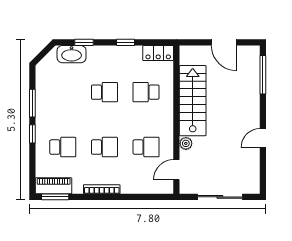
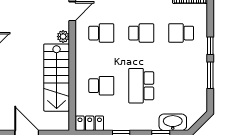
school desk: (104, 92) -> (141, 86), width x1.85
school desk: (104, 147) -> (141, 33), turned 180
school desk: (146, 147) -> (101, 33), turned 180

